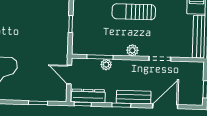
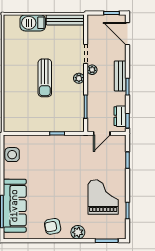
plant: (106, 65) -> (92, 70), moved
dresser: (88, 96) -> (120, 116), width x0.70
door: (165, 106) -> (127, 34), moved

